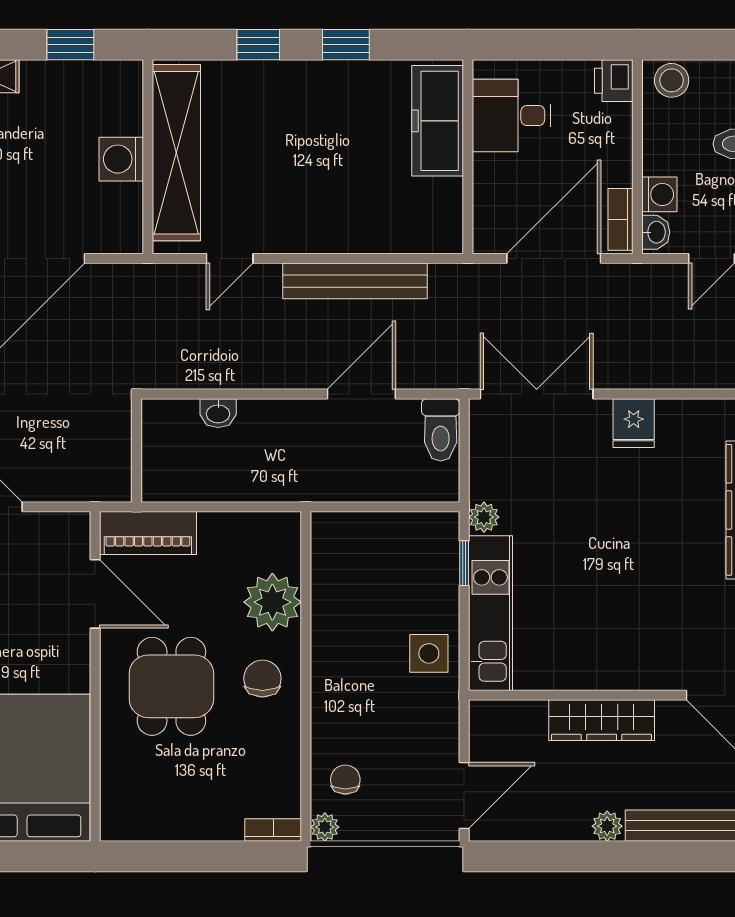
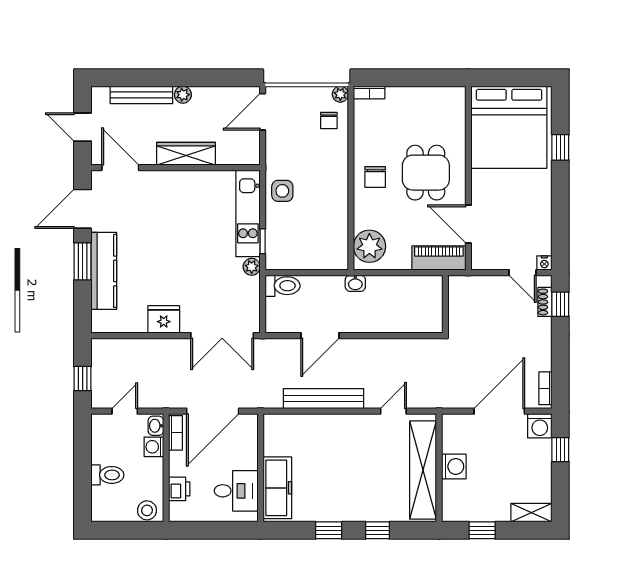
printer: (614, 81) -> (179, 489), moved
washbasin: (218, 413) -> (355, 283), moved, turned 180
fridge: (634, 423) -> (164, 319), width x1.38
toilet: (441, 430) -> (283, 286), moved, turned 90
plant: (272, 602) -> (369, 246), moved

